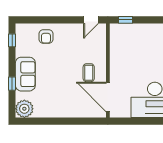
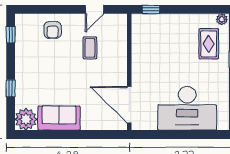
door: (91, 20) -> (94, 9), moved
coffee table: (89, 73) -> (90, 48), moved
sofa: (25, 74) -> (59, 118), moved, turned -90

